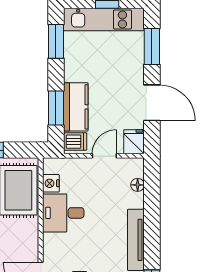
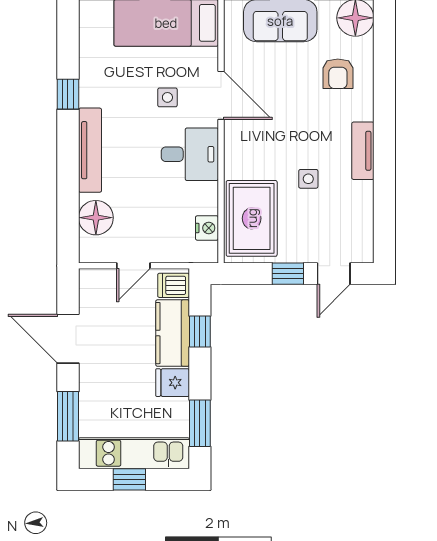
window: (56, 108) -> (200, 331), width x0.67
fridge: (134, 142) -> (173, 383), moved, turned 90
floor lamp: (138, 185) -> (96, 218), width x1.89, depth x1.89
desk: (63, 213) -> (190, 154), moved

